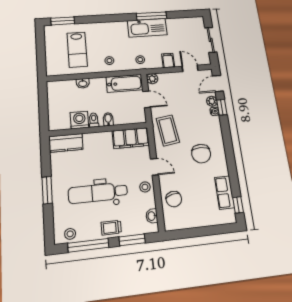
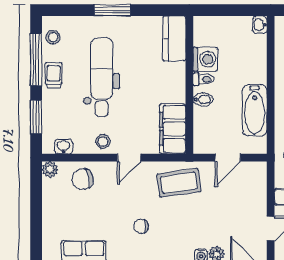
plant: (152, 79) -> (50, 170), moved
washbasin: (83, 83) -> (260, 25), moved
bathtub: (124, 83) -> (255, 110), moved
chair: (201, 154) -> (141, 226), width x0.54, depth x0.54
trolley: (111, 228) -> (54, 75), moved

